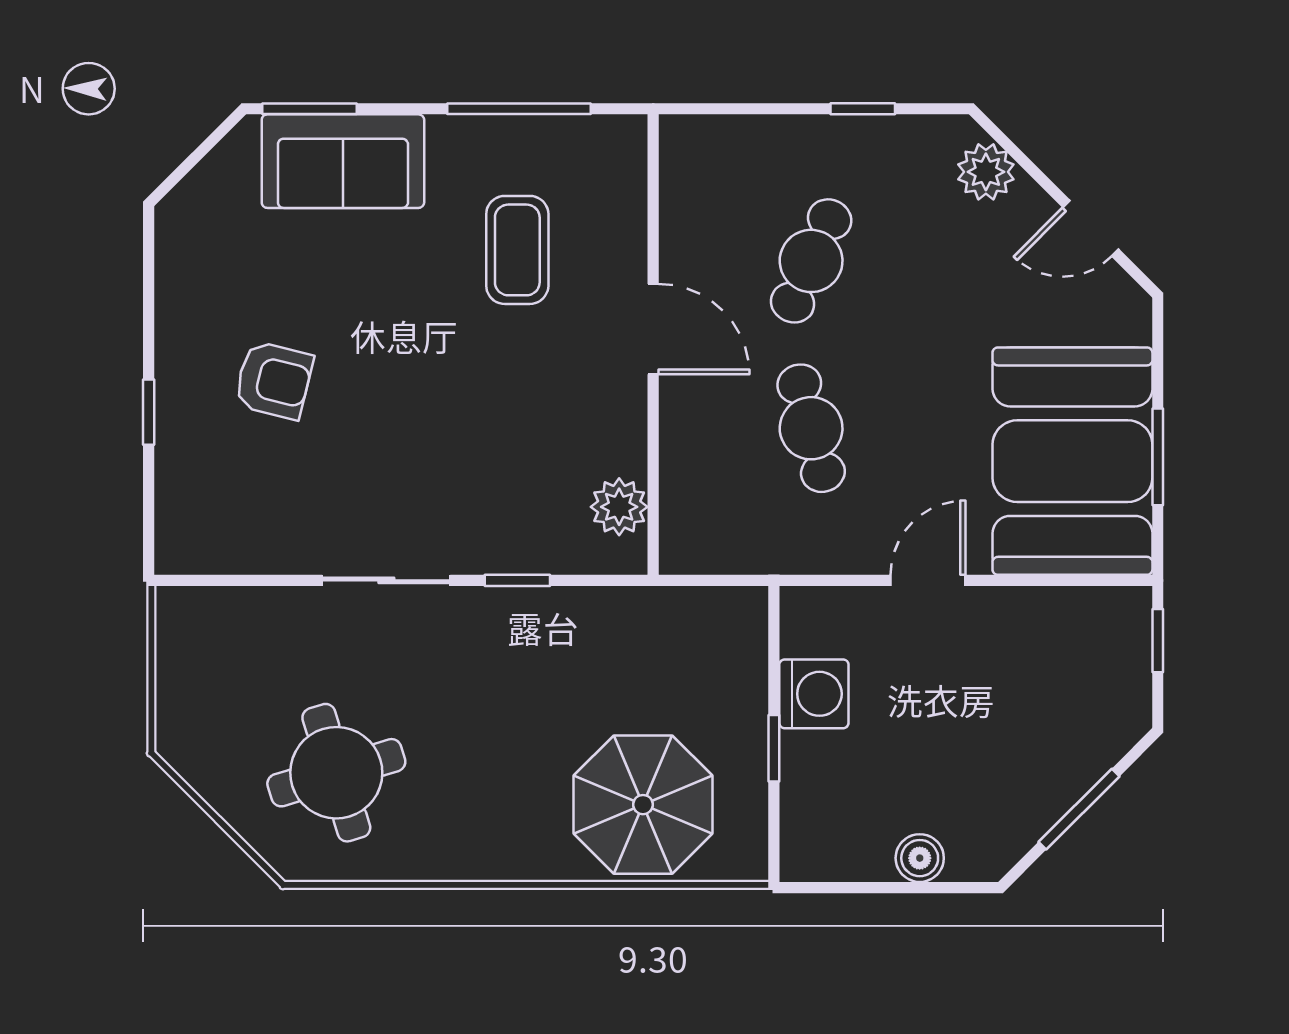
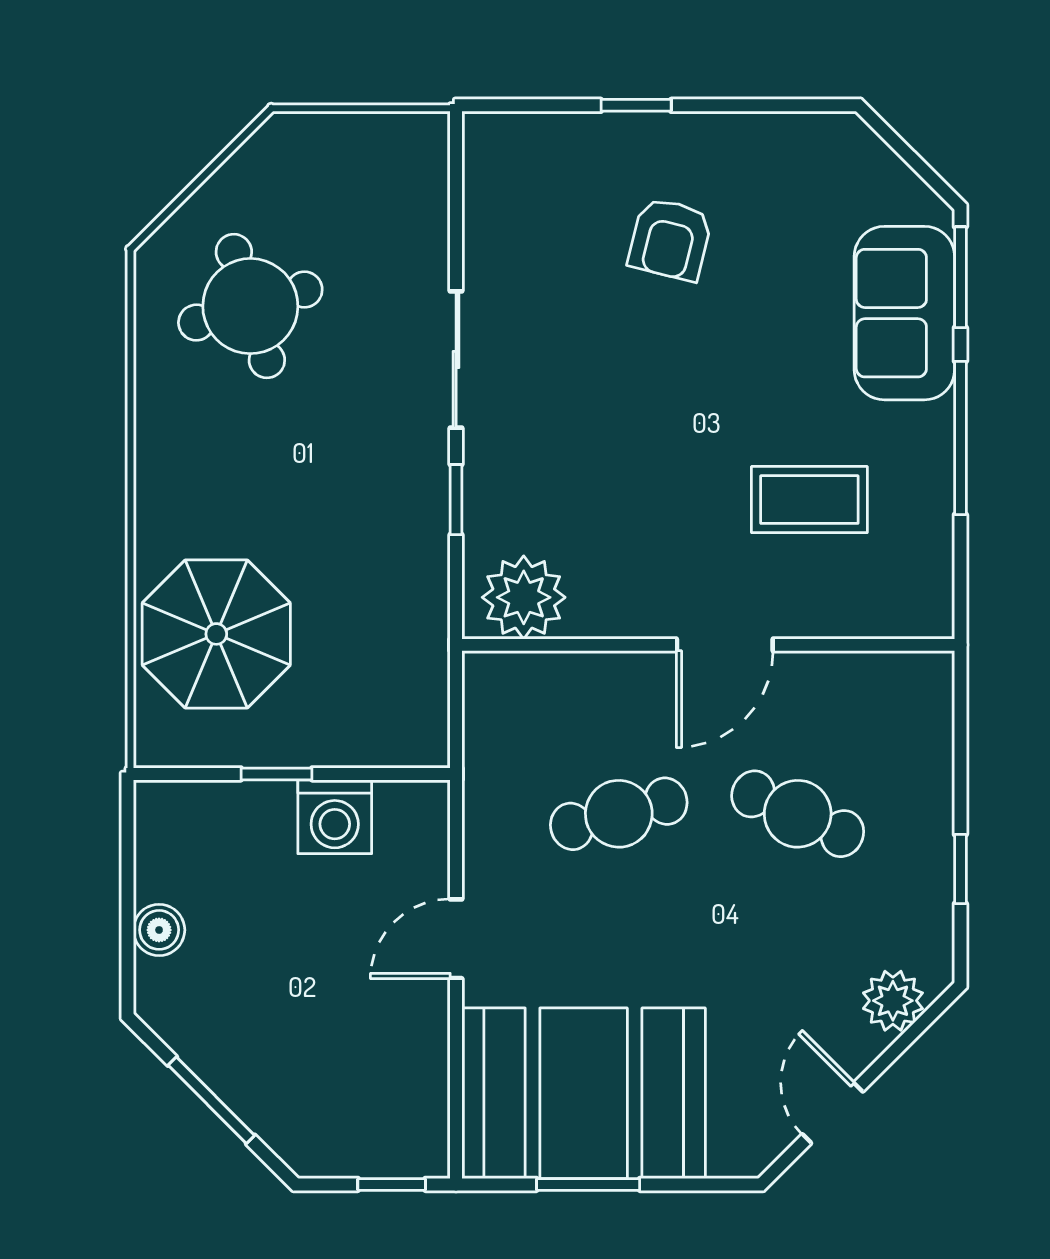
window: (519, 109) -> (960, 438), moved
plant: (619, 507) -> (524, 597), width x1.36, depth x1.36
door: (928, 580) -> (456, 939), swing flipped

